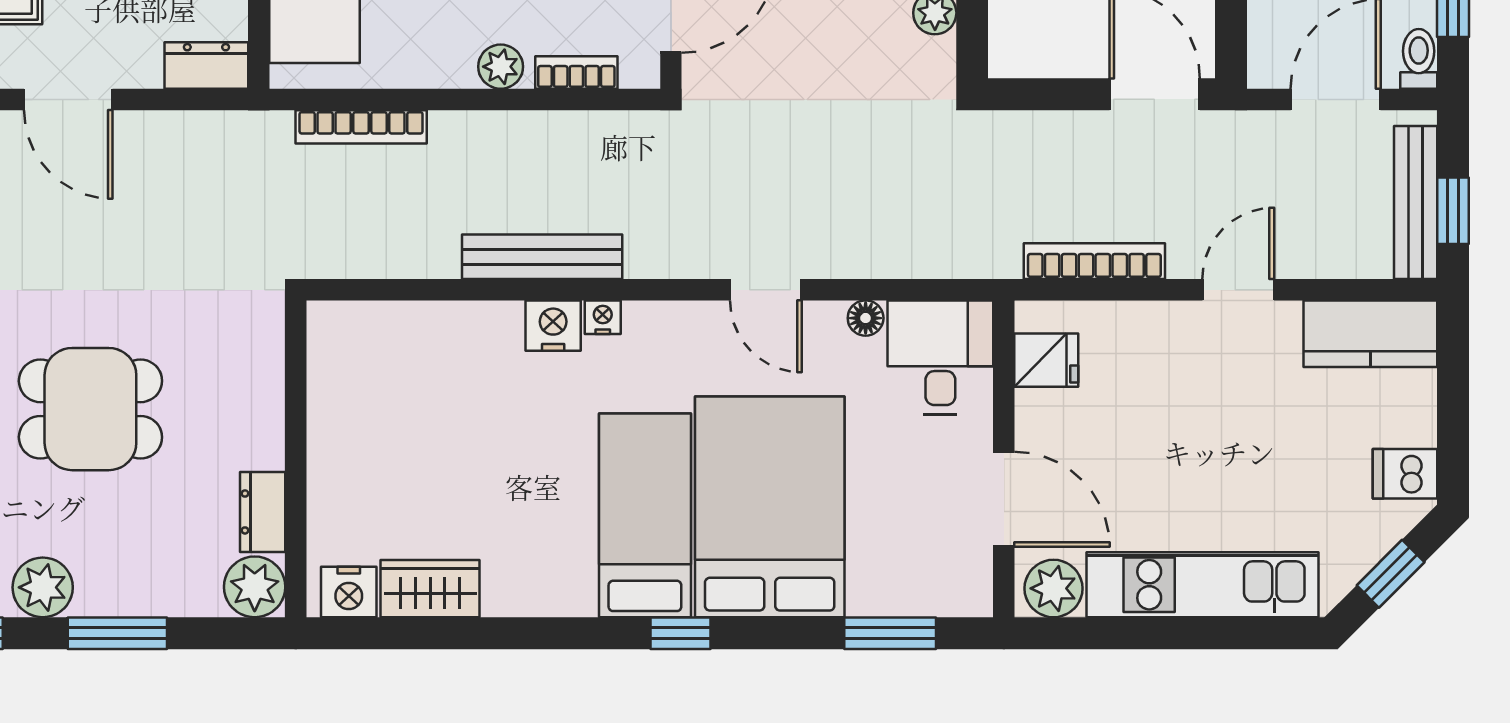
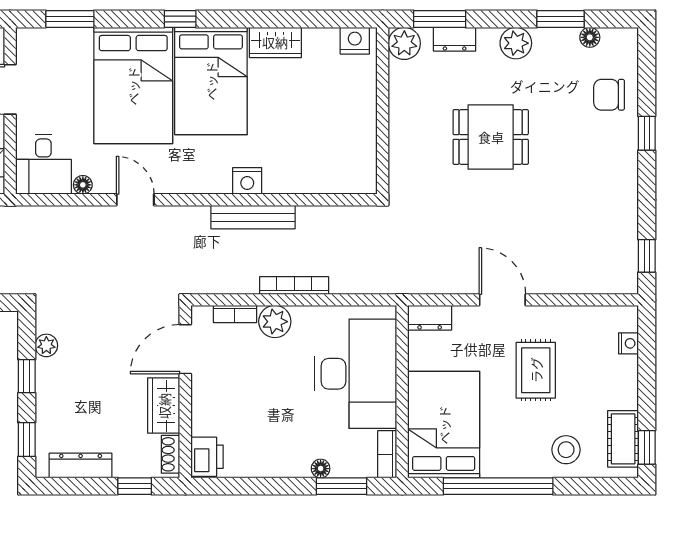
plant: (501, 67) -> (275, 322), width x1.38, depth x1.38
bookcase: (361, 127) -> (294, 285), moved
nightstand: (603, 317) -> (221, 185), removed
dresser: (263, 512) -> (455, 39), moved, turned 90
bed: (645, 515) -> (211, 81), width x1.50
wardrobe: (430, 589) -> (275, 42), moved
window: (117, 633) -> (440, 19), moved

